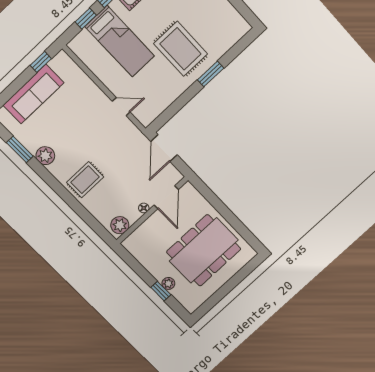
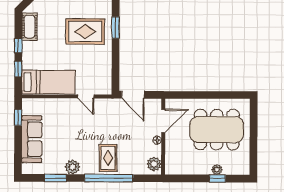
bed: (120, 41) -> (48, 82), moved
door: (121, 107) -> (86, 96), swing flipped
door: (166, 197) -> (163, 121), hinge flipped
window: (68, 198) -> (109, 178), added
dining table: (204, 250) -> (217, 130), turned 90

